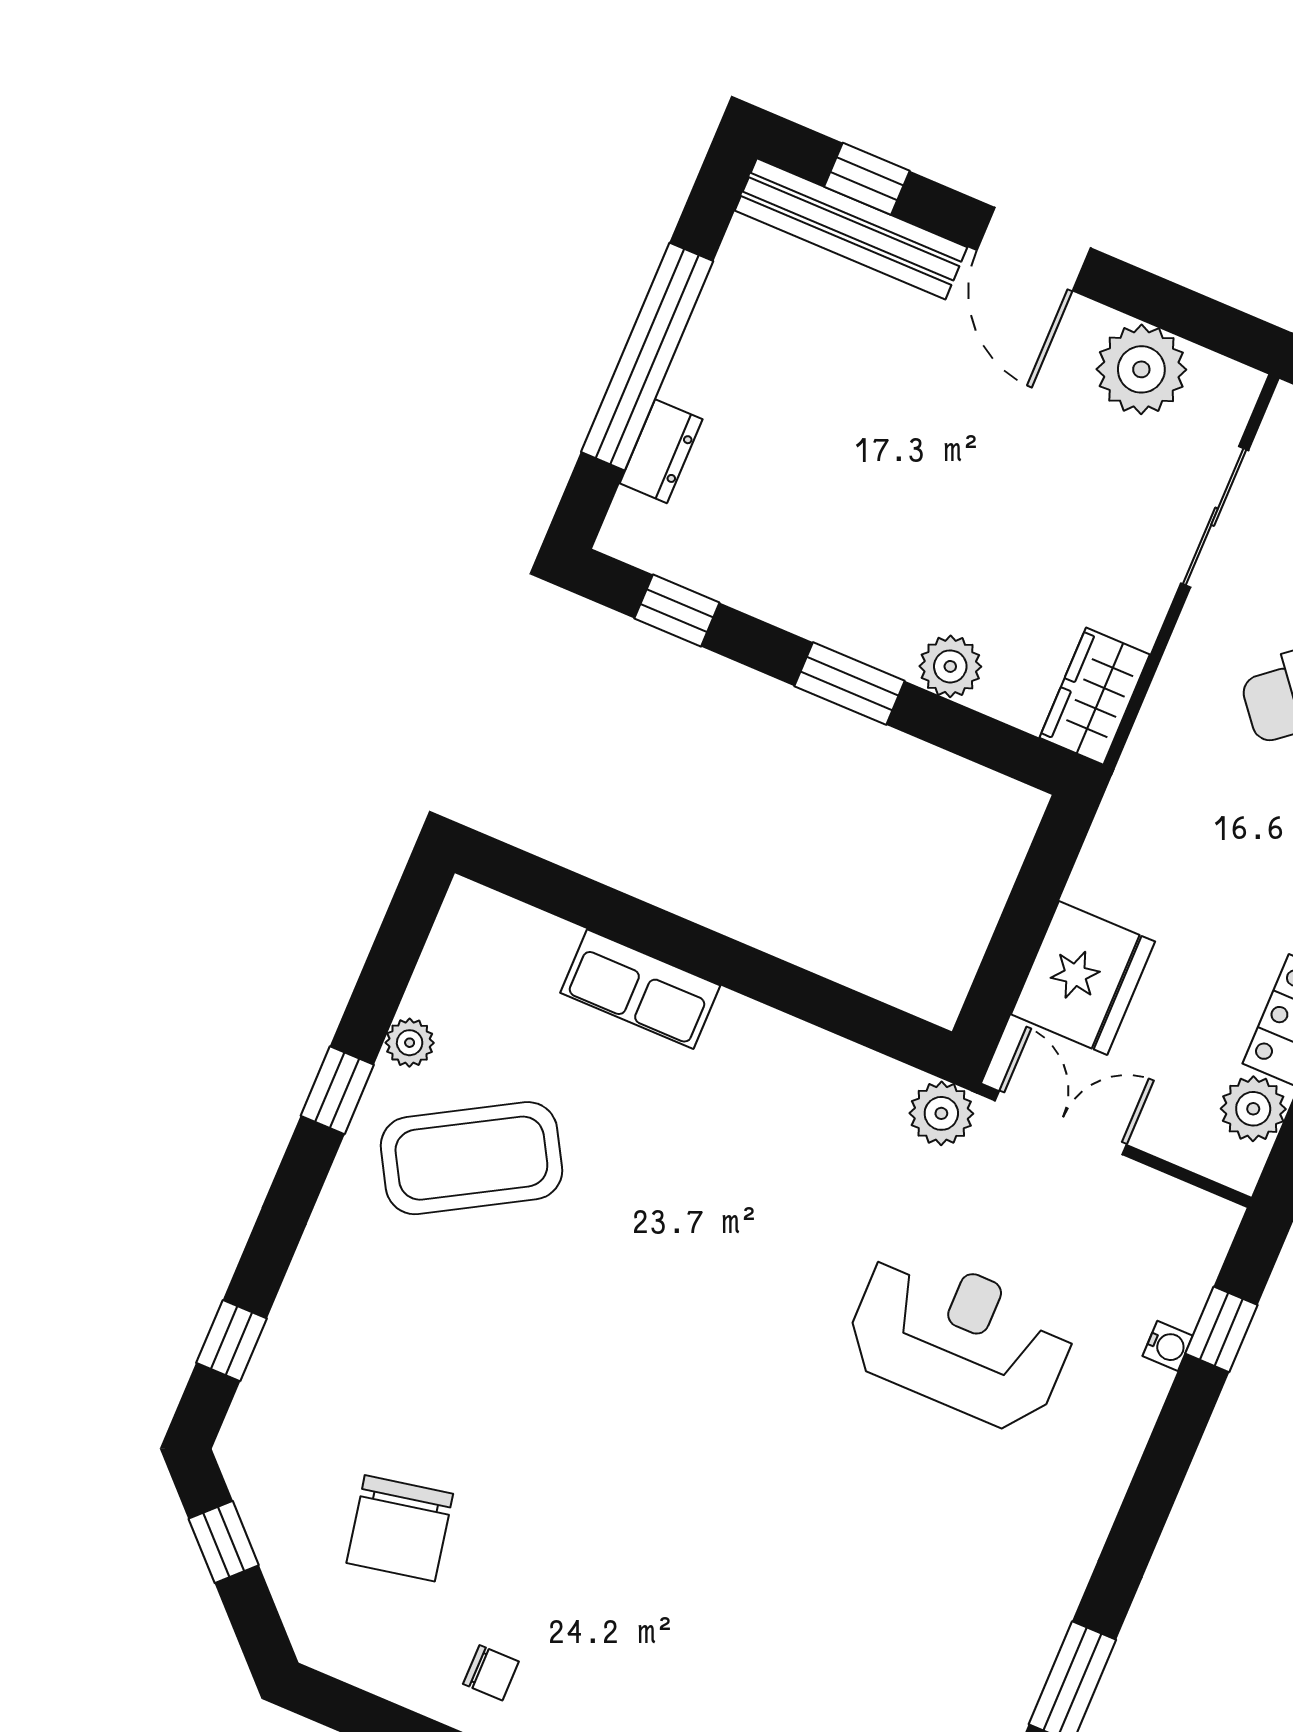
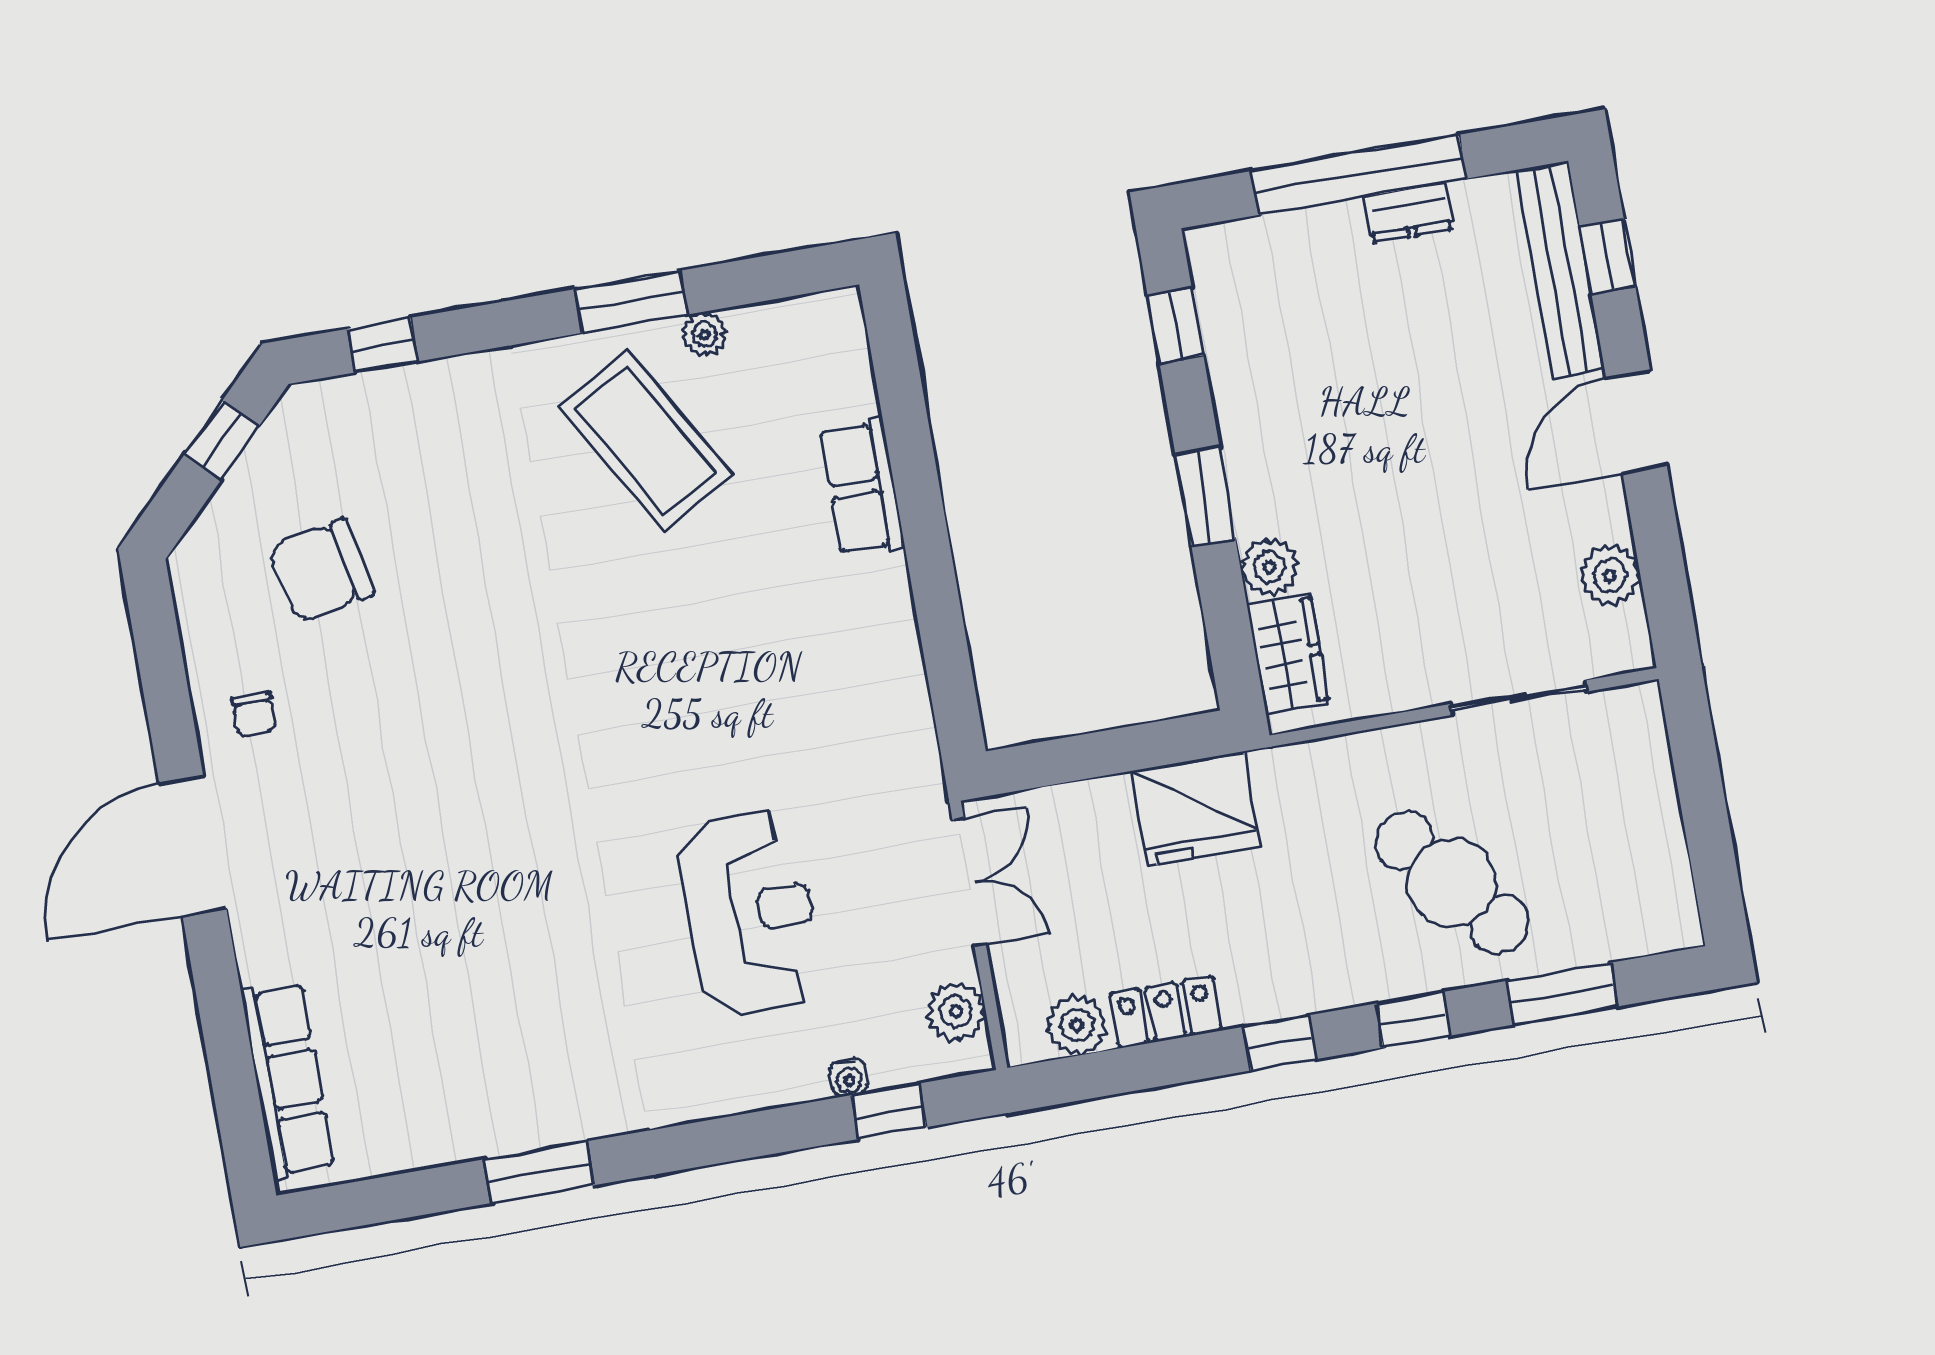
plant: (1141, 369) -> (1610, 576), width x0.73, depth x0.73
dresser: (661, 451) -> (1408, 213), moved
wardrobe: (1095, 696) -> (1288, 654), moved, turned 90
fridge: (1083, 978) -> (1196, 809), moved
window: (337, 1090) -> (631, 302), width x1.50
plant: (941, 1113) -> (956, 1011), moved

